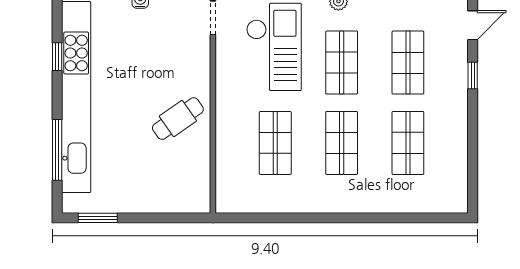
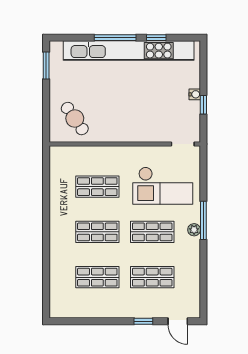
cafe table: (178, 119) -> (75, 119), moved
window: (57, 150) -> (115, 38), moved

